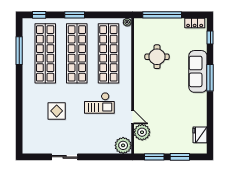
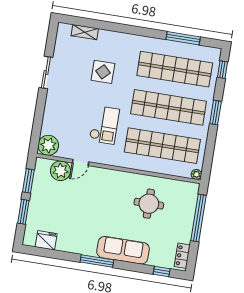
window: (210, 78) -> (97, 261), moved
checkout: (99, 103) -> (104, 125), turned 180
shelving: (27, 131) -> (85, 32), added

